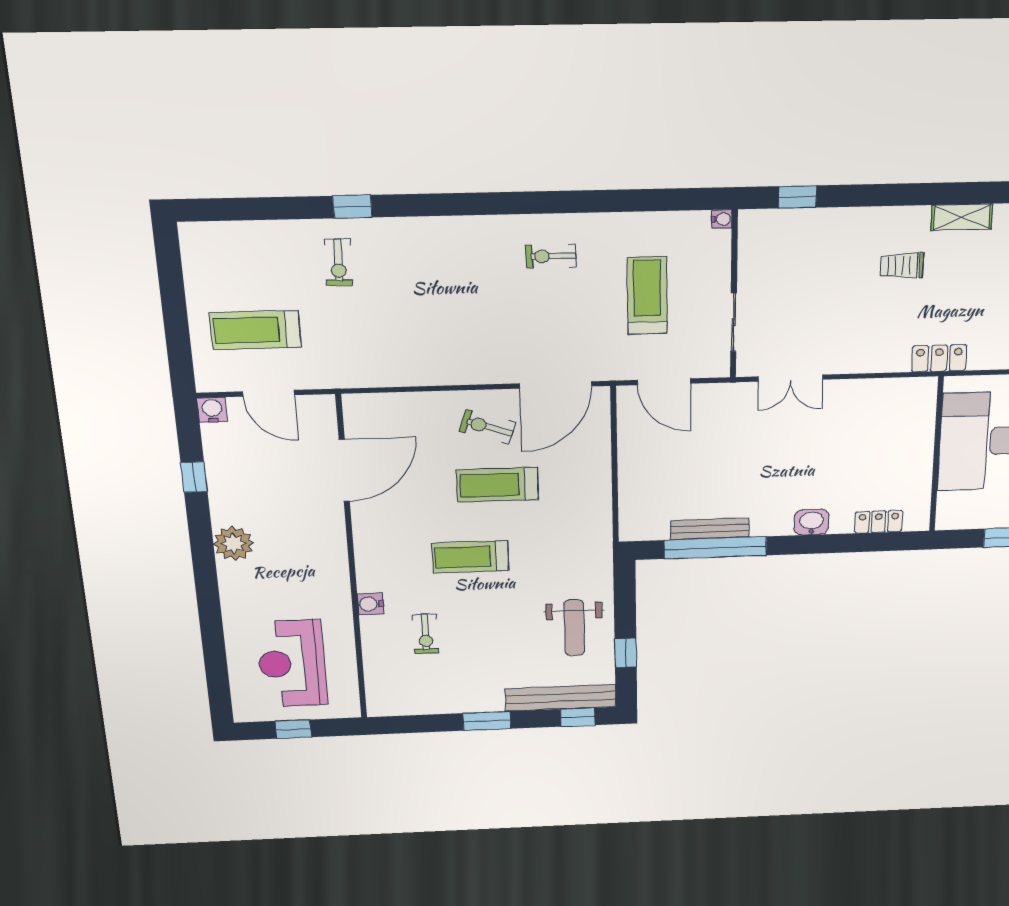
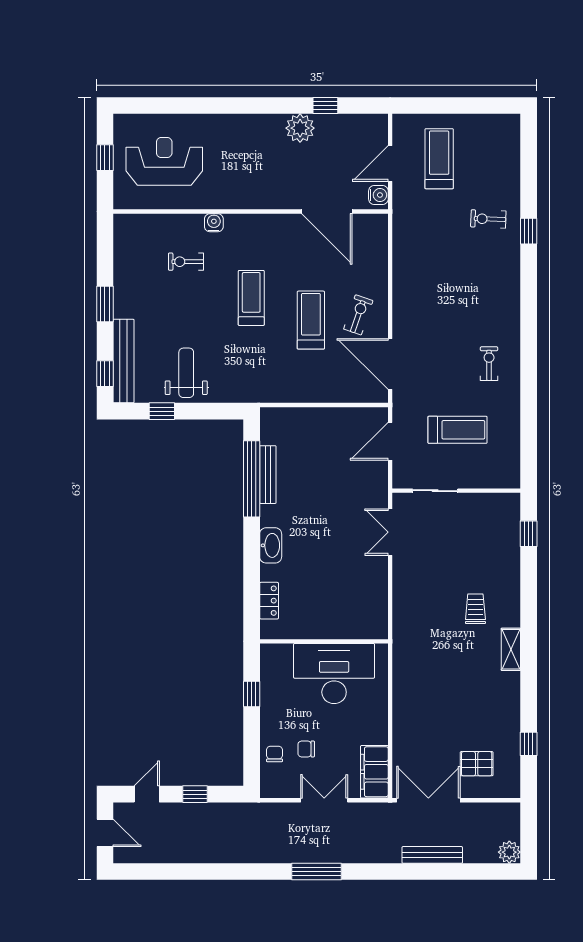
water cooler: (722, 219) -> (514, 482), removed
locker: (939, 358) -> (403, 639), removed
water cooler: (212, 410) -> (378, 195), moved
washbasin: (812, 522) -> (271, 545), width x1.38
plant: (234, 543) -> (300, 128), moved
weight bench: (574, 628) -> (186, 373), turned 90

